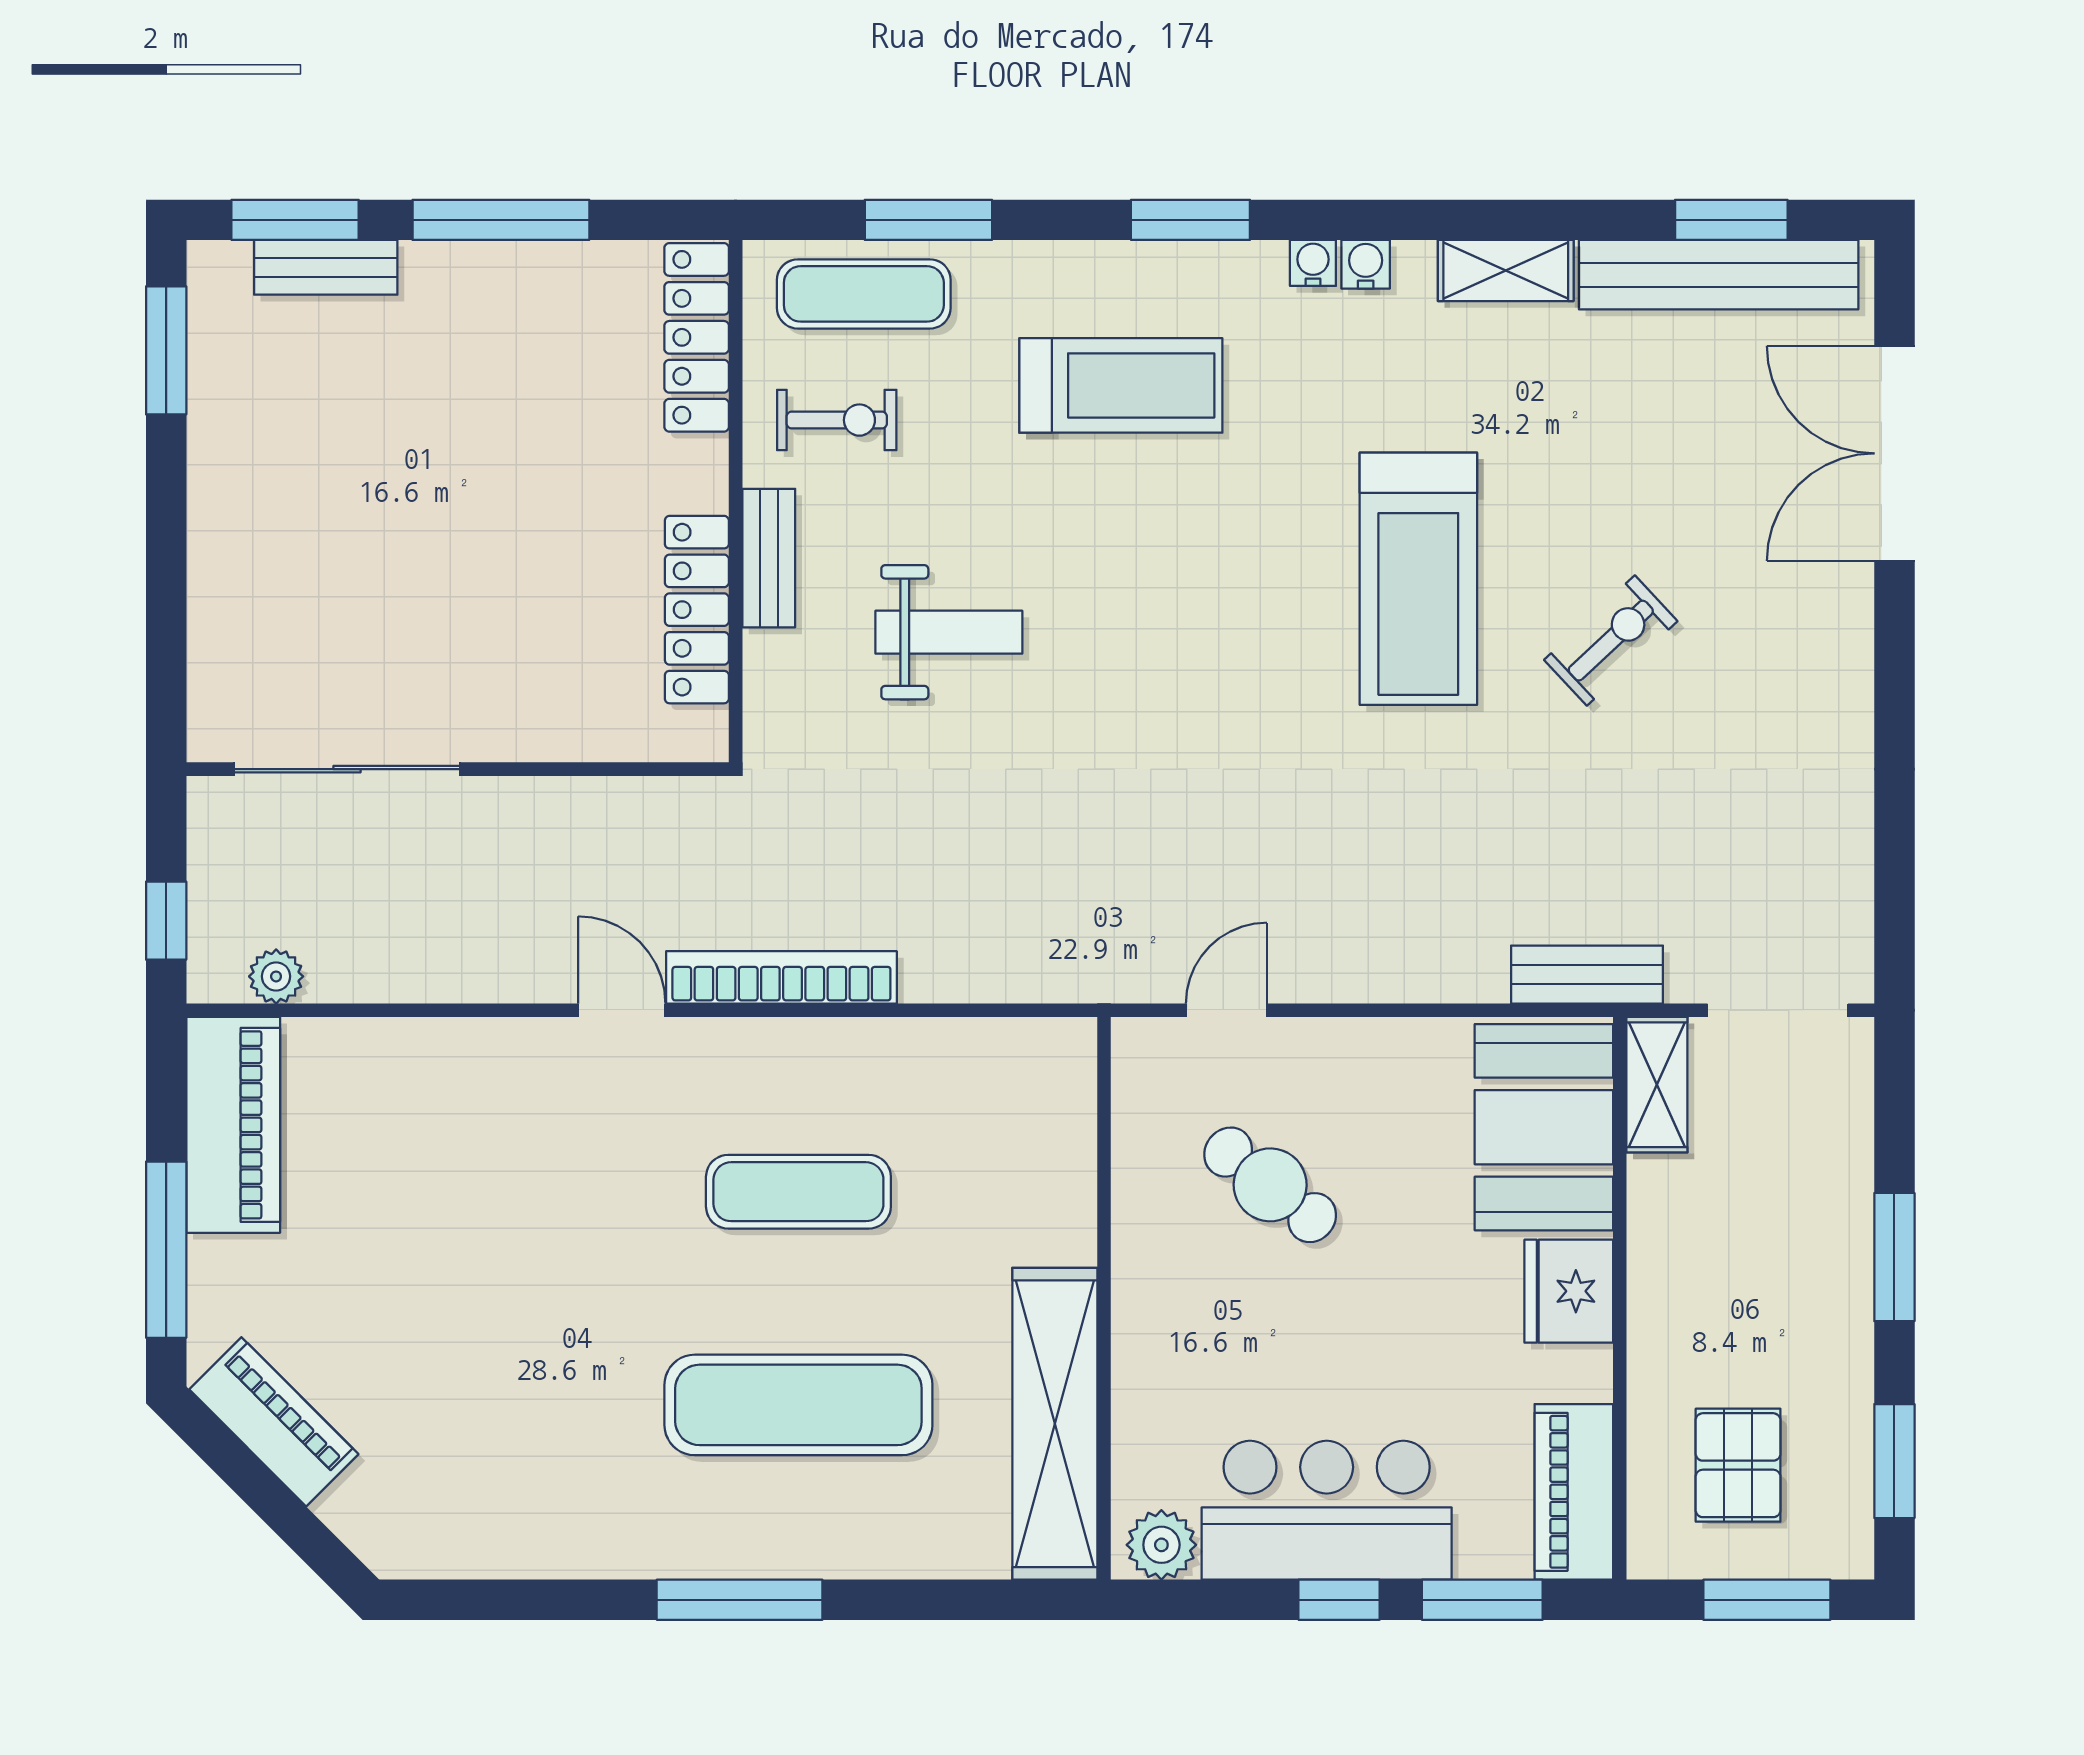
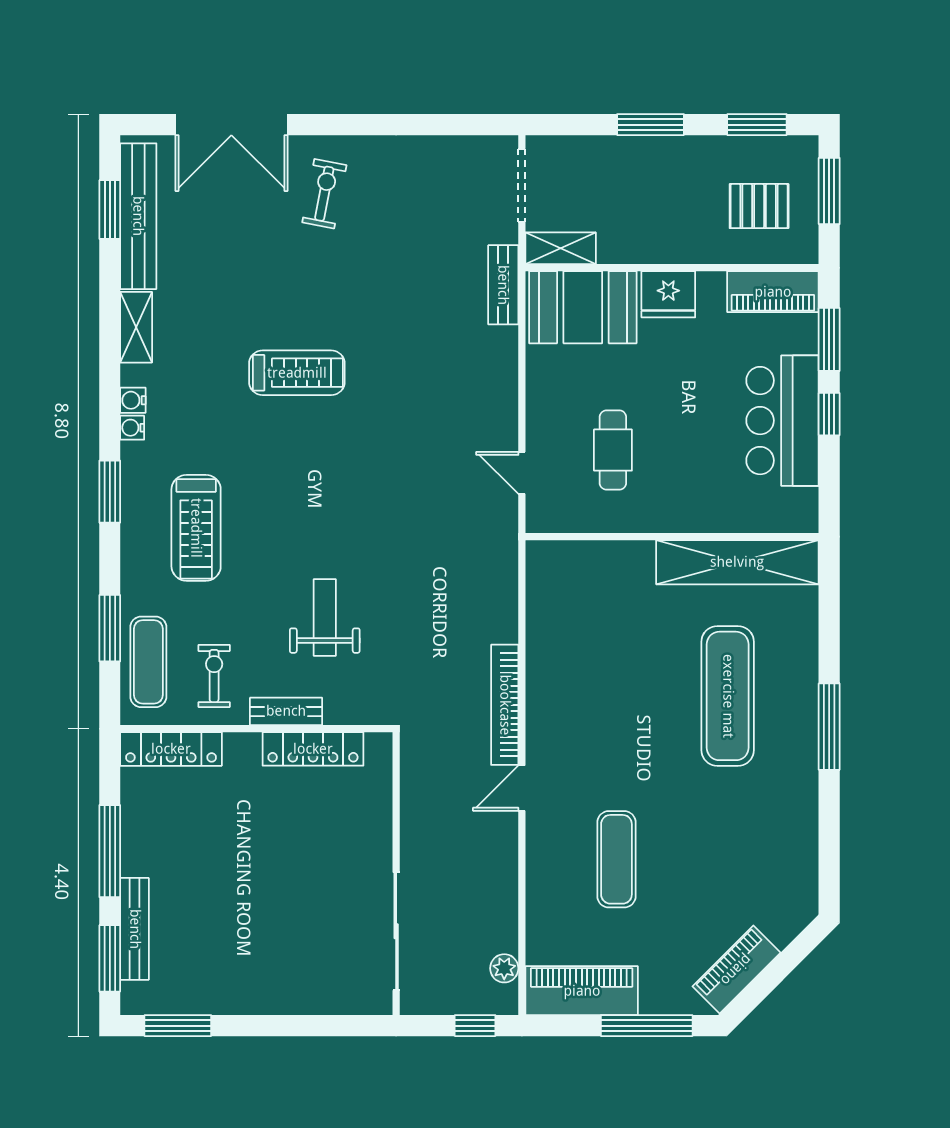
bench: (326, 267) -> (135, 929), width x1.36
treadmill: (1121, 385) -> (196, 528), turned 180
treadmill: (1418, 579) -> (297, 373), width x0.73, depth x0.73
exercise bike: (1611, 641) -> (324, 194), moved, turned 54
cafe table: (1270, 1185) -> (613, 450), turned -38
exercise mat: (798, 1192) -> (616, 859), moved
plant: (1161, 1545) -> (801, 507), removed

